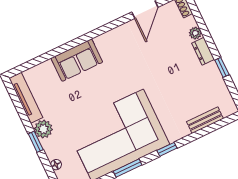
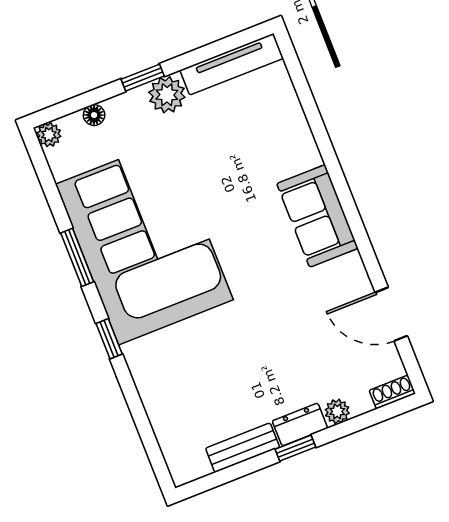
sofa: (77, 60) -> (317, 216), moved
window: (222, 67) -> (295, 448), moved
bench: (205, 120) -> (243, 448), moved, turned 90

